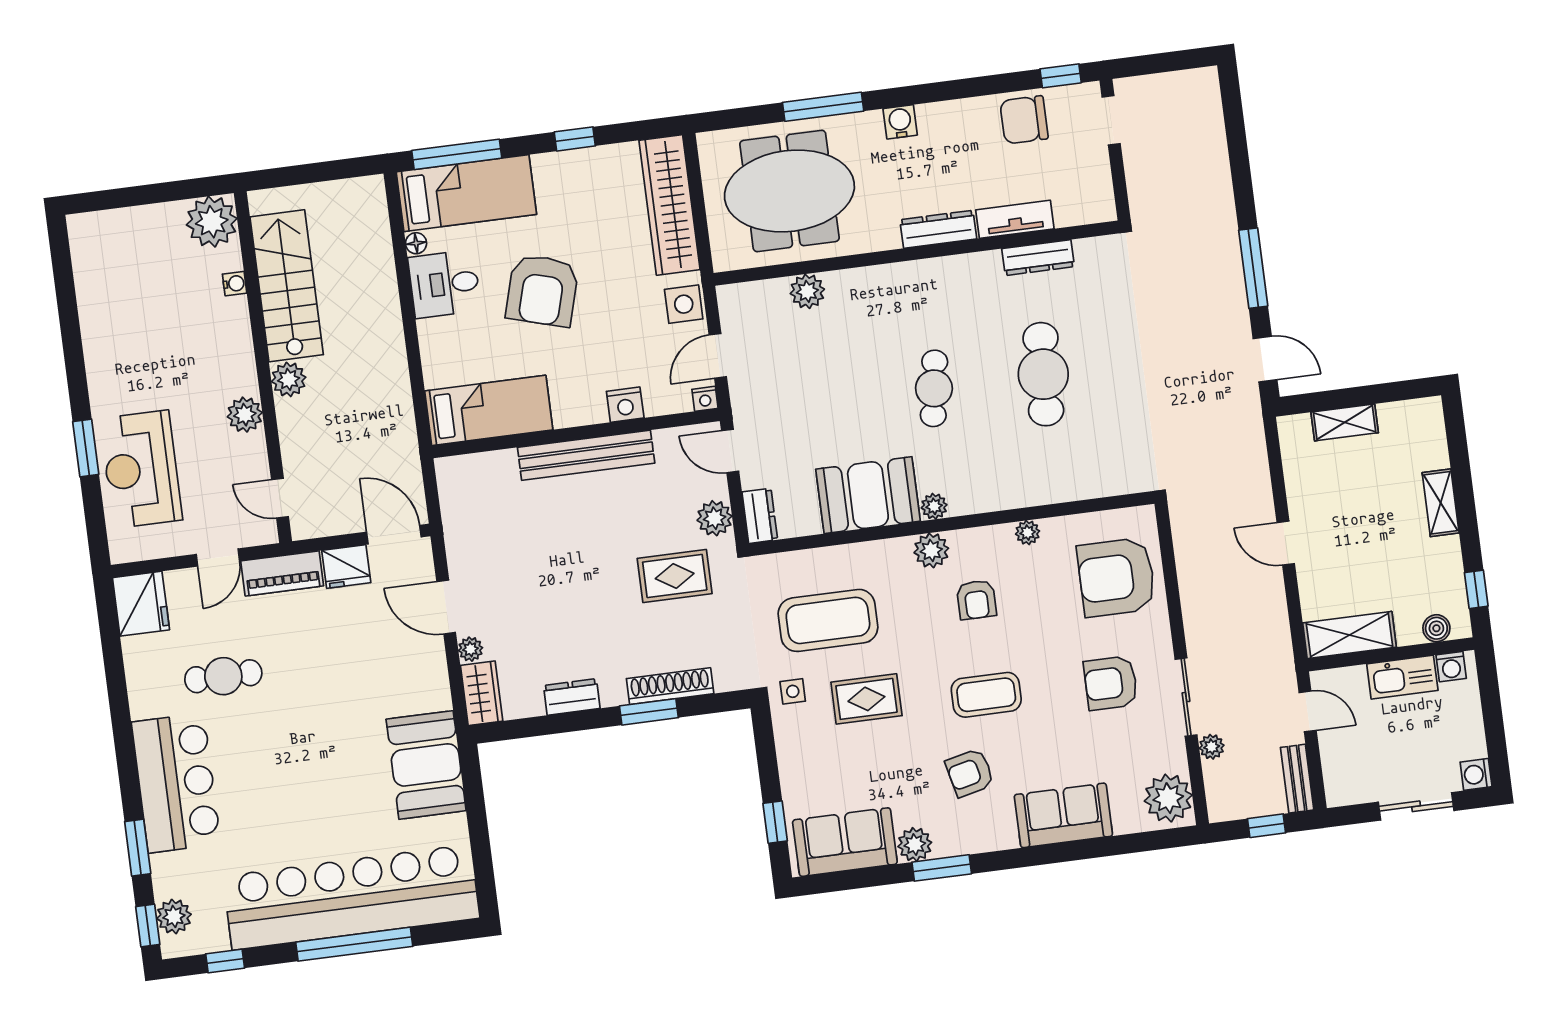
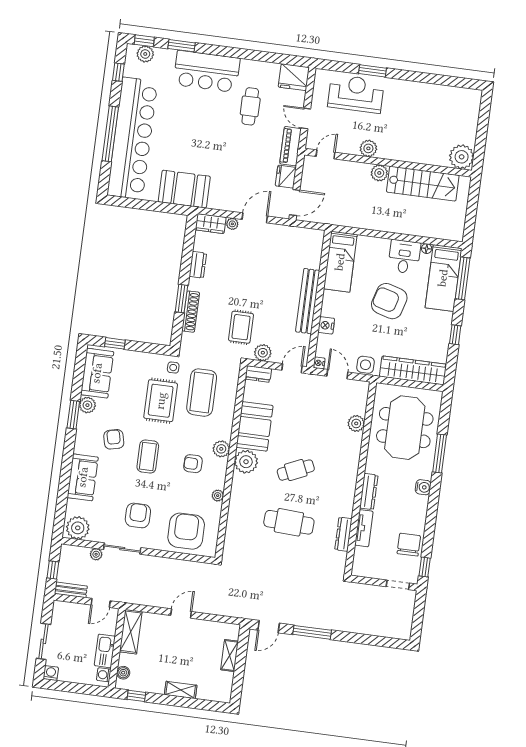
water cooler: (235, 284) -> (430, 160), removed
cafe table: (934, 388) -> (296, 470), turned -33
plant: (934, 506) -> (246, 462), width x1.87, depth x1.87
rug: (866, 699) -> (161, 401), width x1.36, depth x1.43

